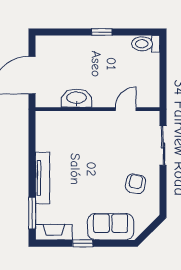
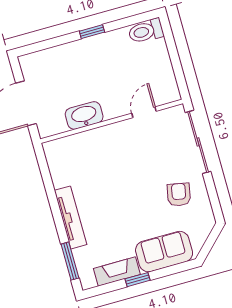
sliding door: (163, 145) -> (198, 142), width x1.37
fireplace: (54, 232) -> (117, 271), moved

